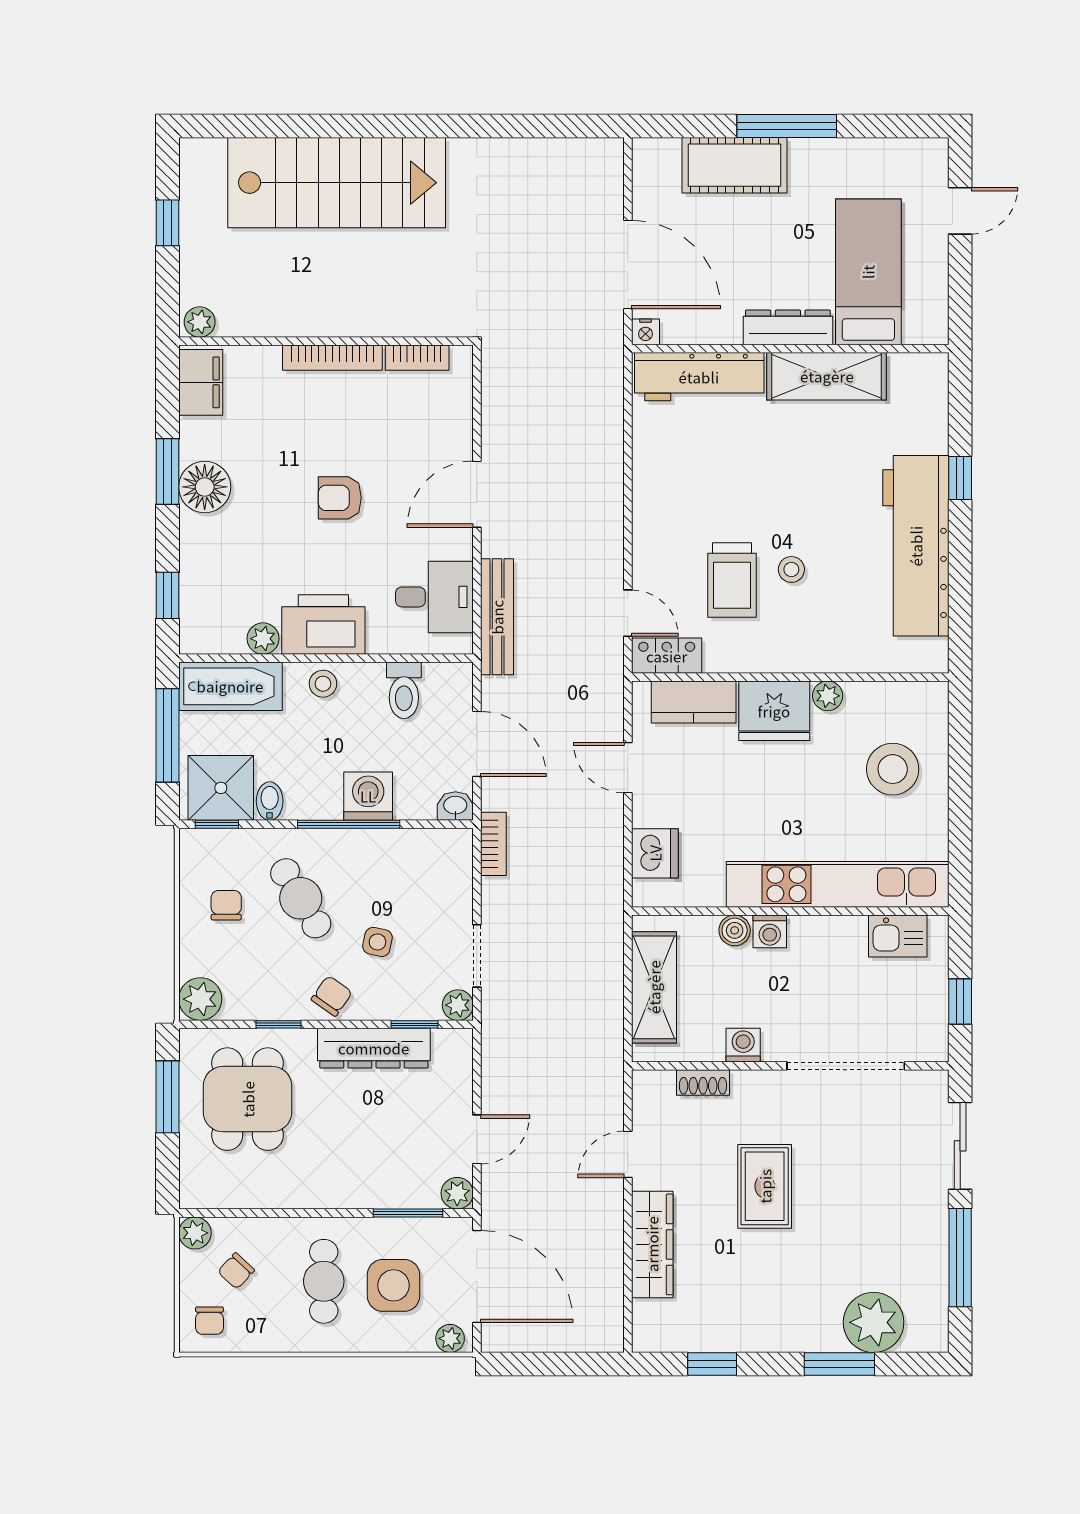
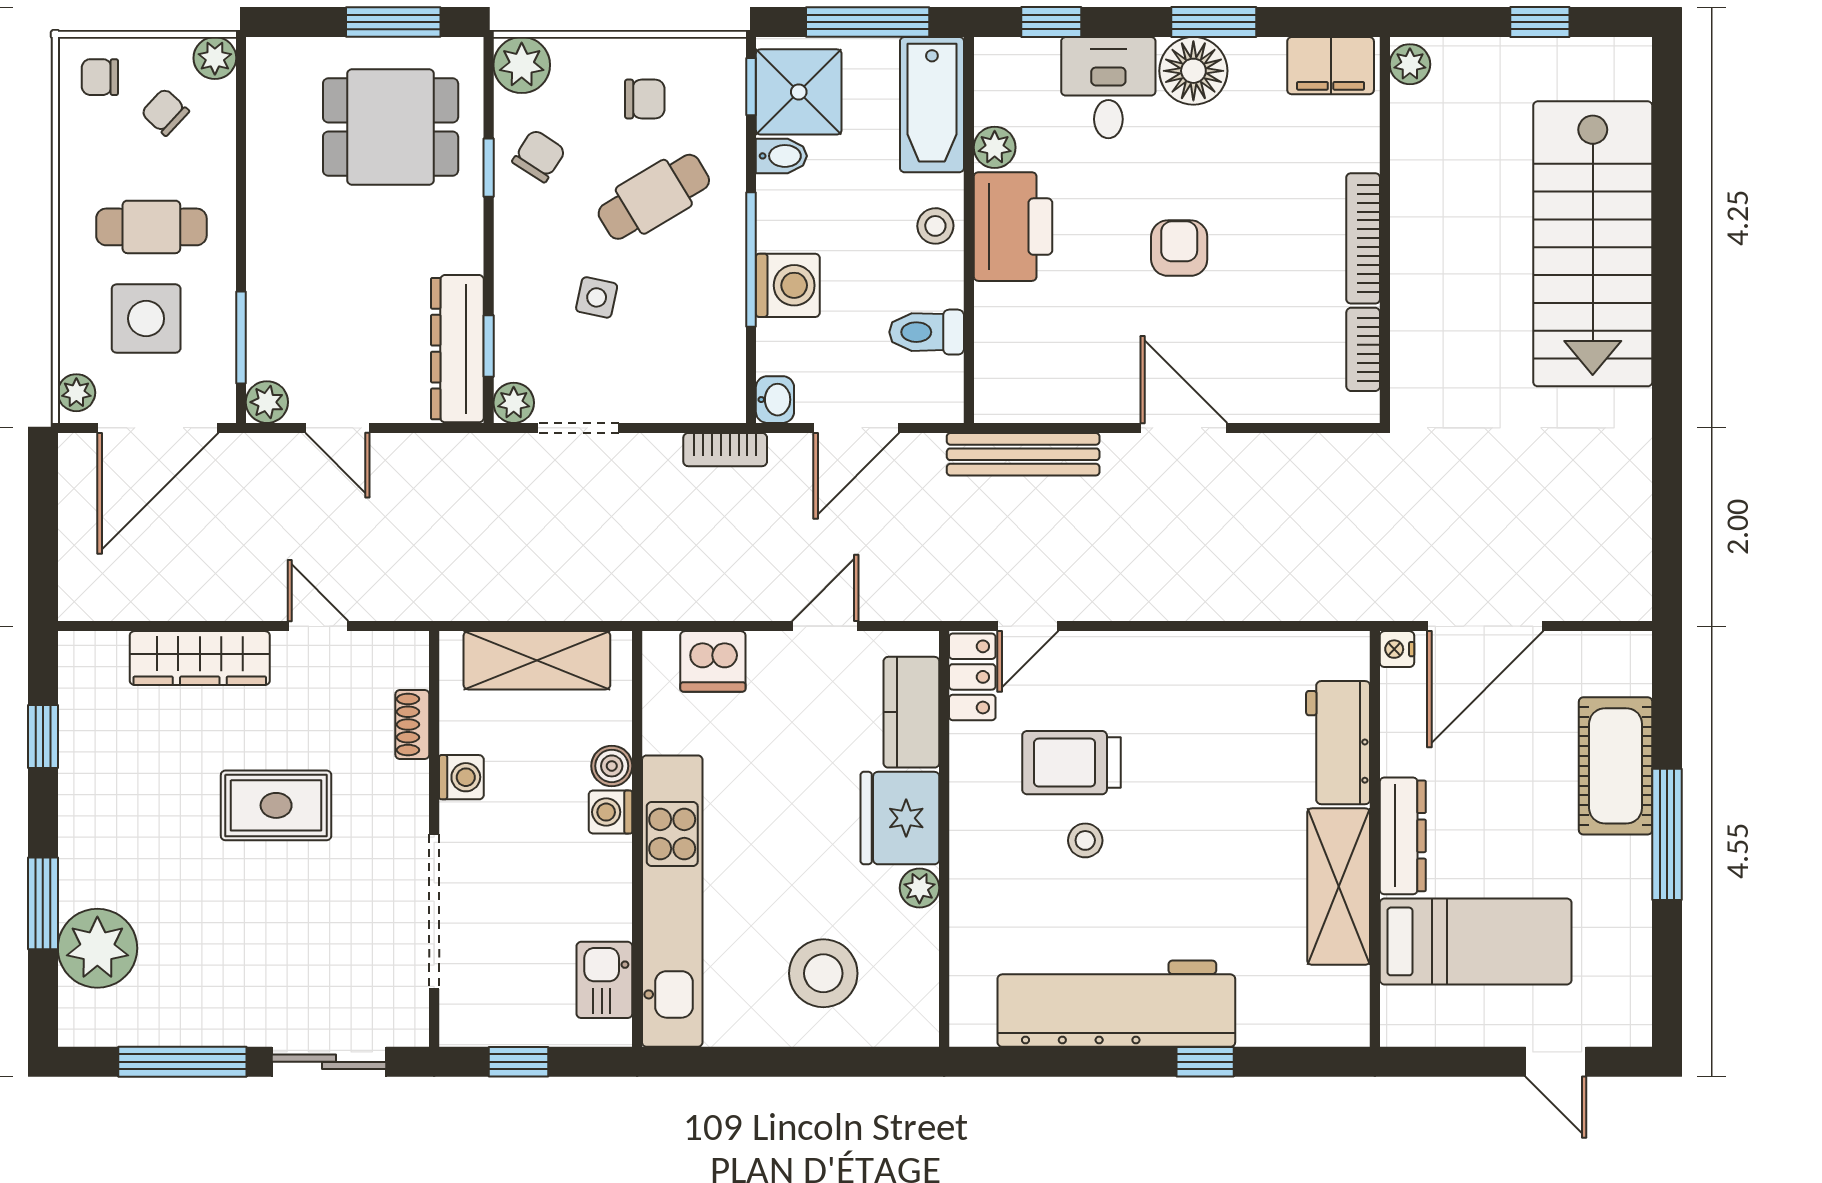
workbench: (699, 377) -> (1338, 743), width x0.73
desk: (434, 597) -> (1108, 88), moved, turned 180
chair: (332, 996) -> (539, 156), moved, turned -92
dresser: (374, 1048) -> (457, 349), moved

